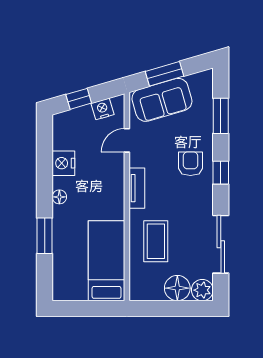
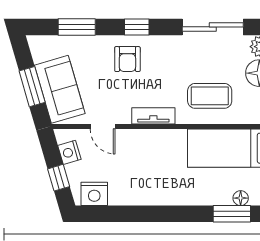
nightstand: (63, 163) -> (94, 194), moved
armchair: (190, 164) -> (127, 59), turned -90
floor lamp: (59, 197) -> (241, 198), moved
window: (45, 236) -> (232, 214), moved

